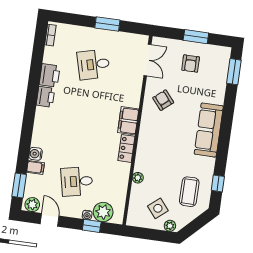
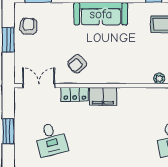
armchair: (191, 64) -> (29, 26), moved, turned -90
locker: (126, 148) -> (75, 94), moved

